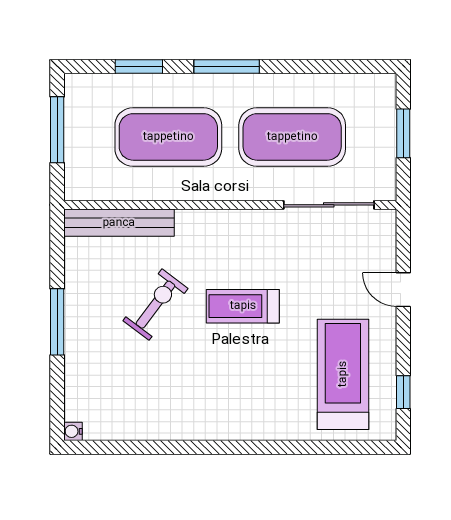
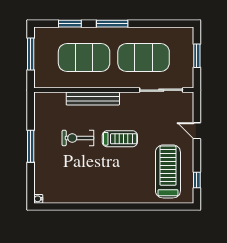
bench: (119, 223) -> (93, 99), moved
exercise bike: (155, 305) -> (78, 138), turned -127
treadmill: (243, 306) -> (120, 139), turned 180

